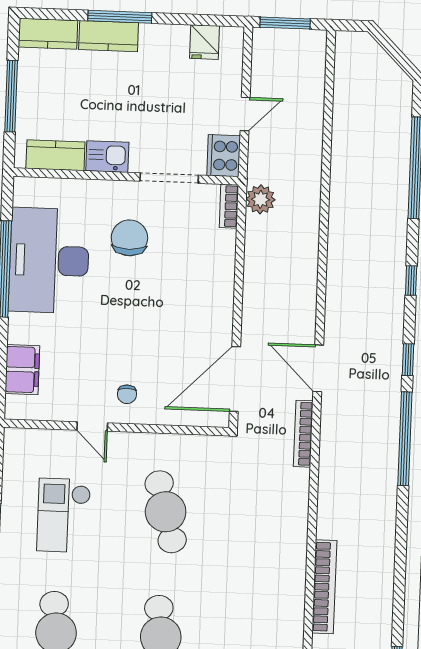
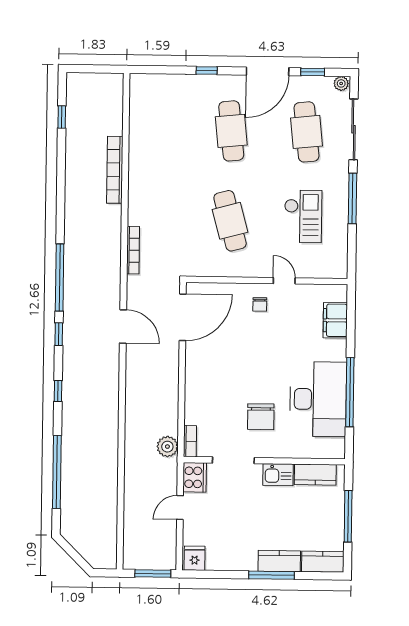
fridge: (204, 42) -> (195, 558), moved
chair: (127, 394) -> (260, 304), turned 180
bookcase: (303, 434) -> (133, 250), moved

